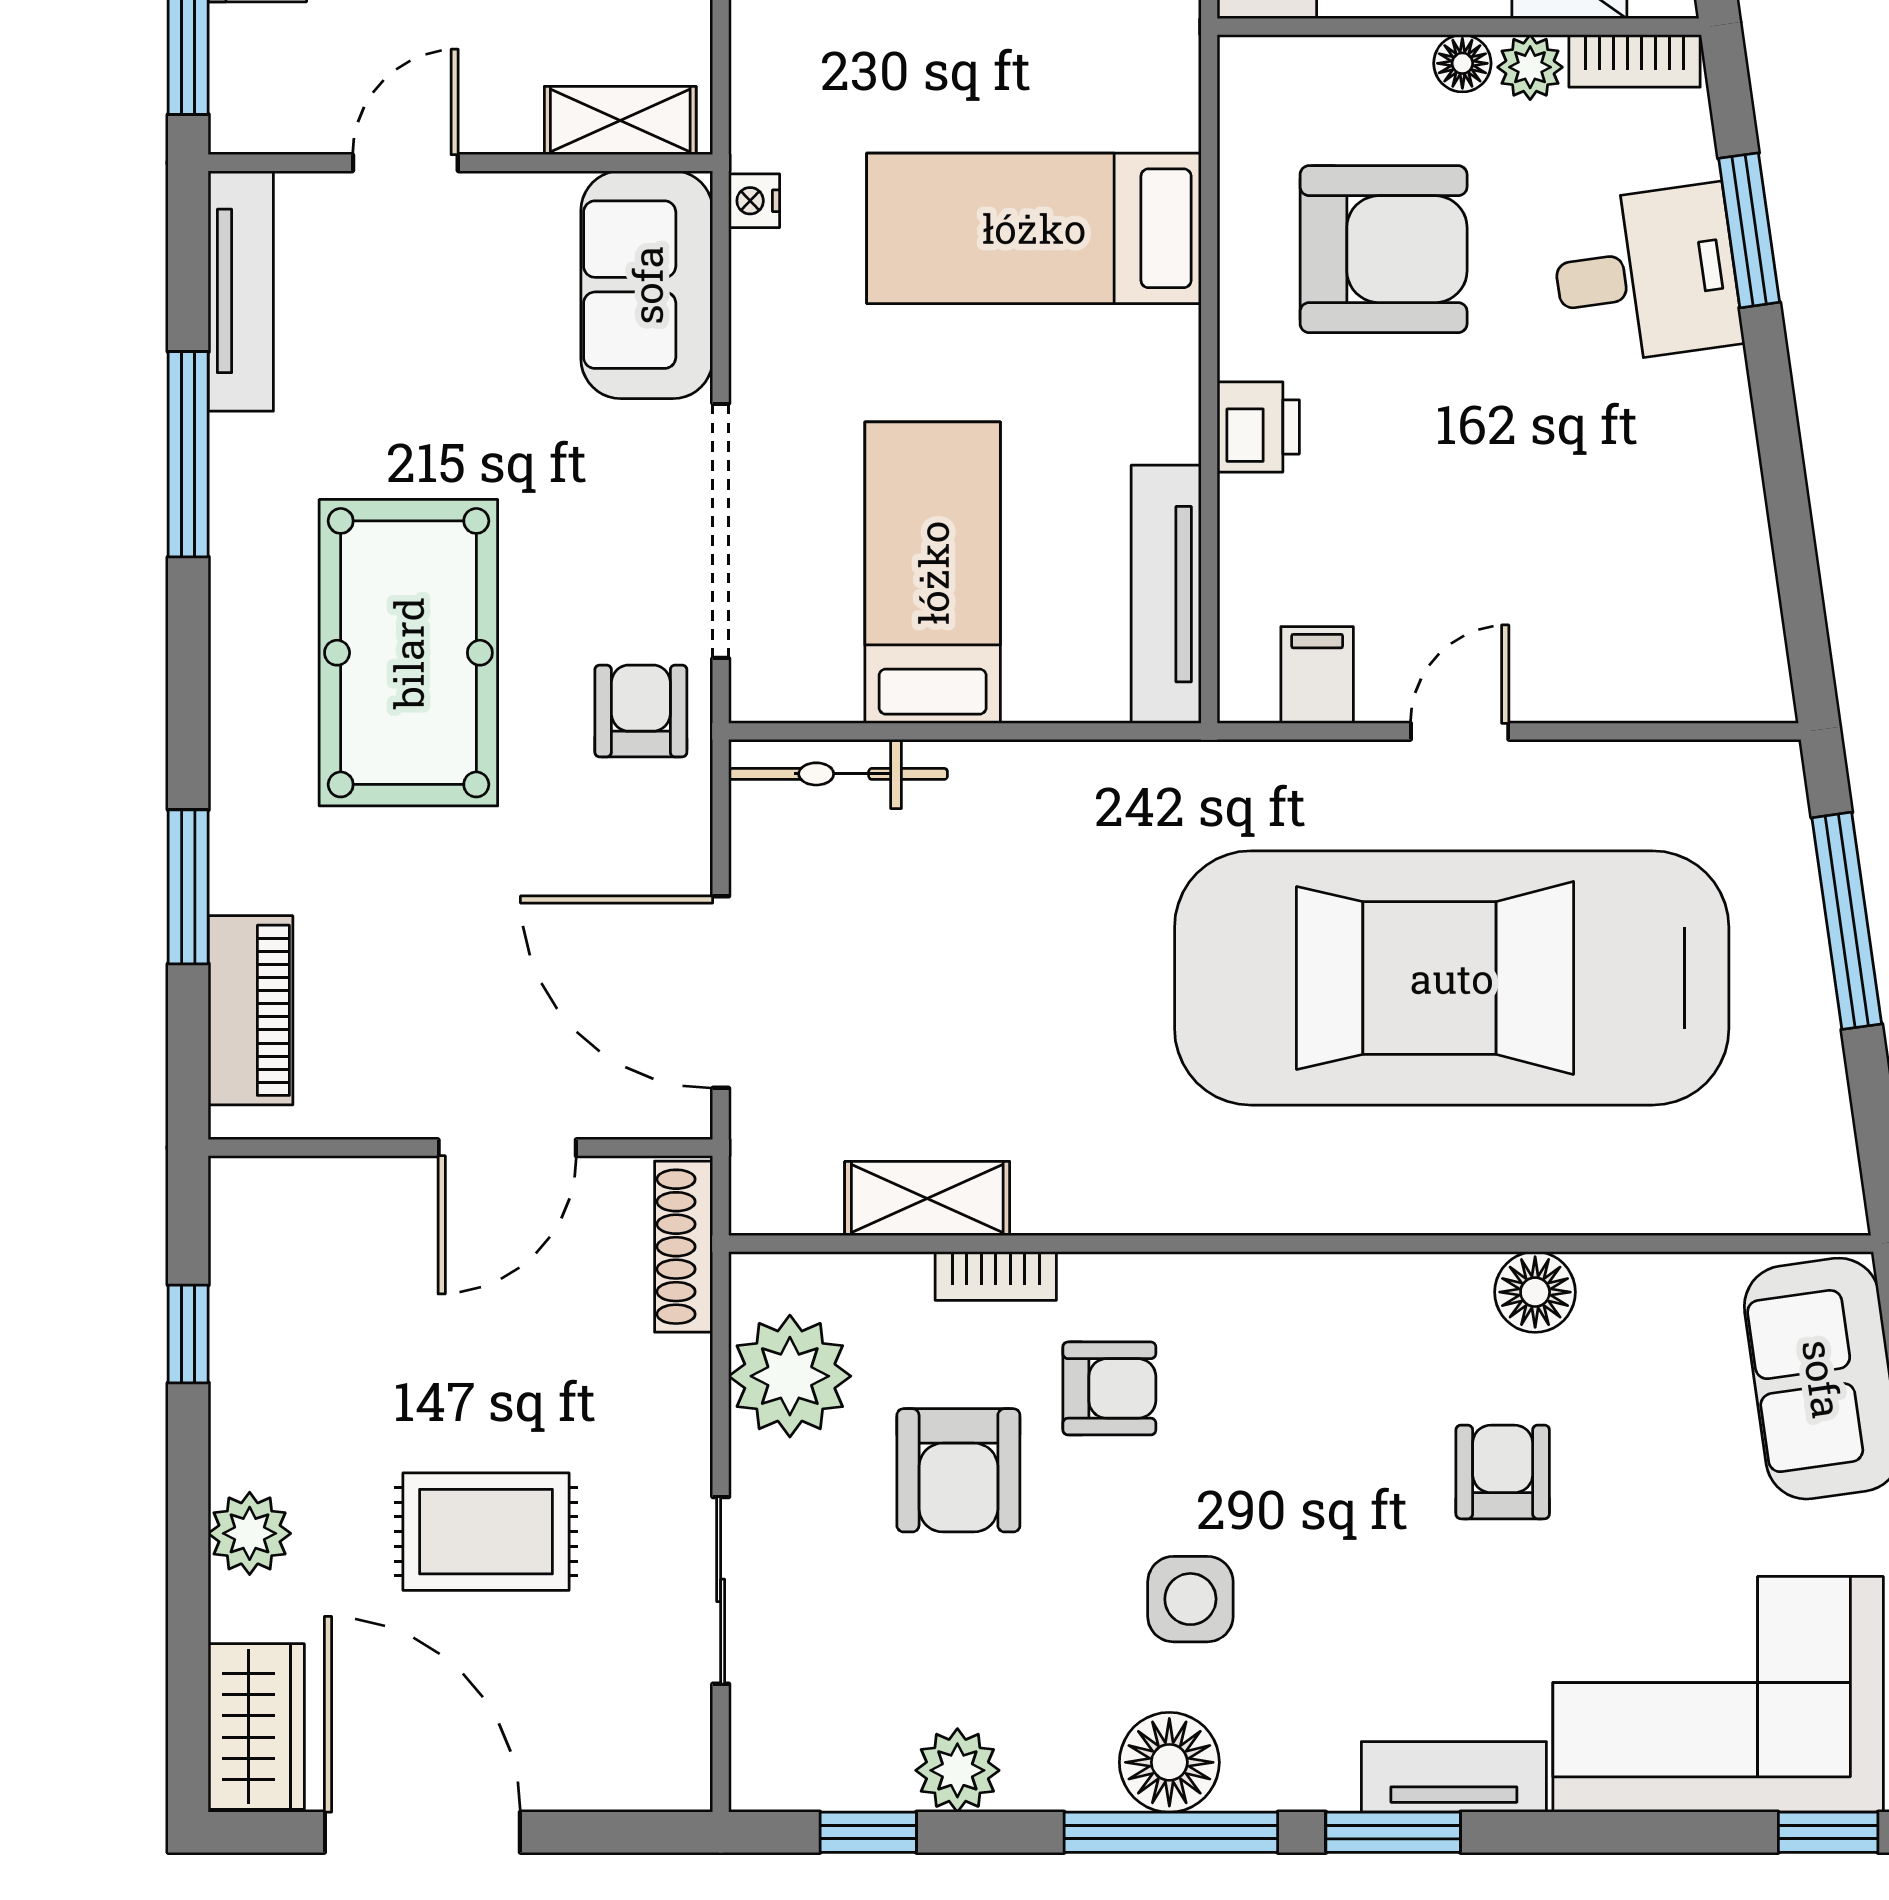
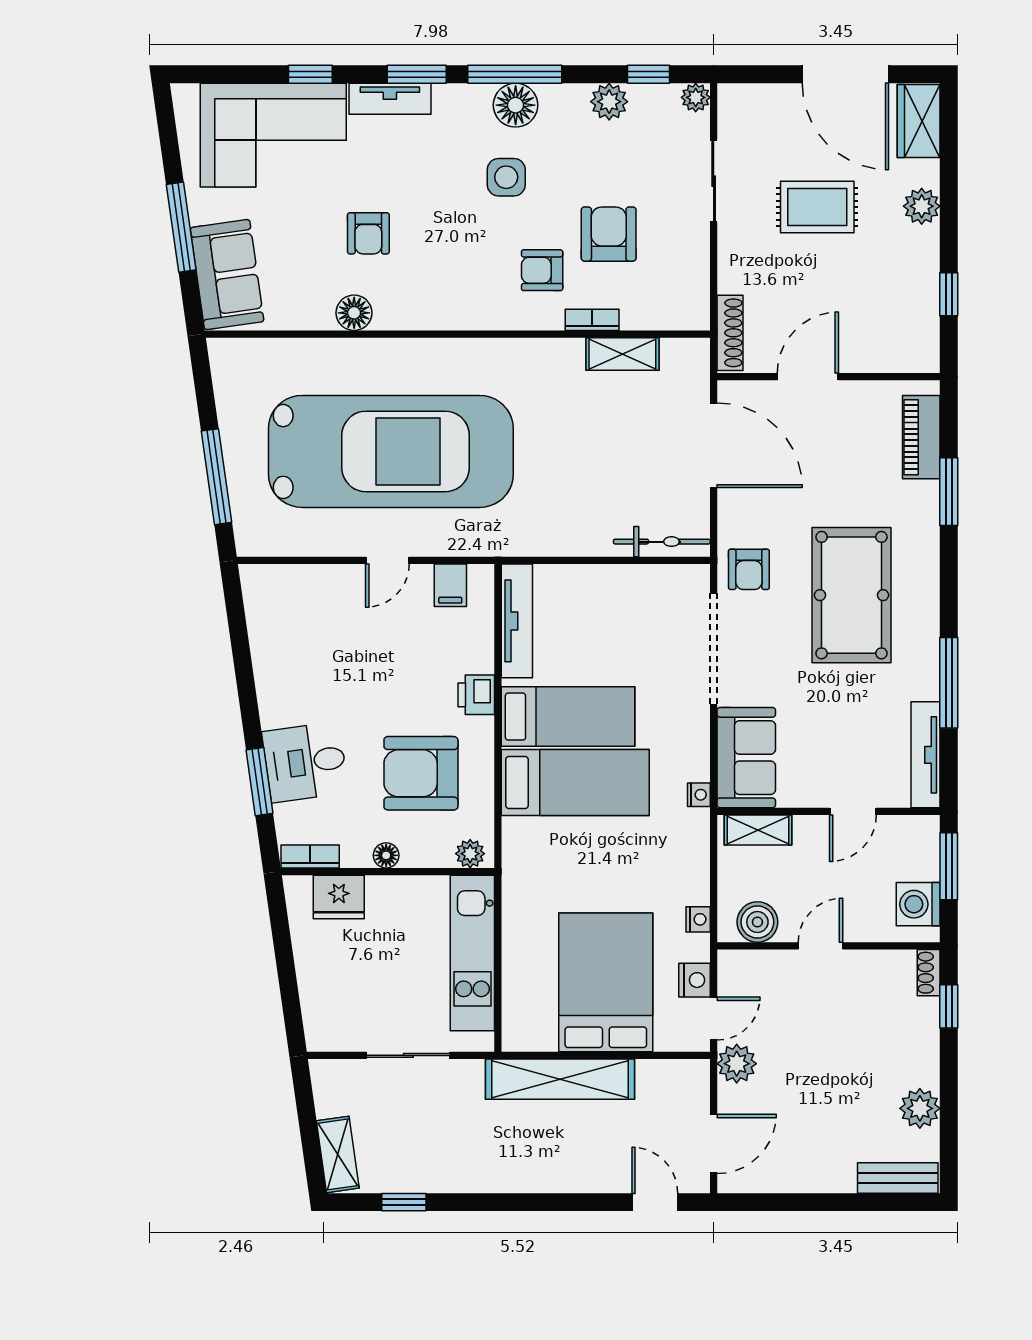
plant: (1530, 67) -> (470, 854), moved
bed: (933, 573) -> (568, 717), moved, turned -90
plant: (790, 1376) -> (696, 97), moved, width x0.53, depth x0.53
window: (1828, 1832) -> (310, 74), moved

